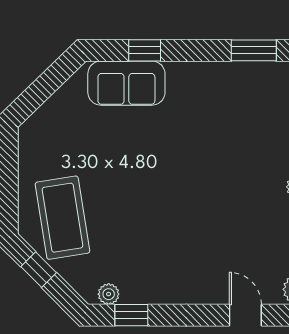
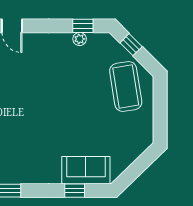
window: (39, 270) -> (131, 45), moved
plant: (109, 294) -> (80, 39), moved

